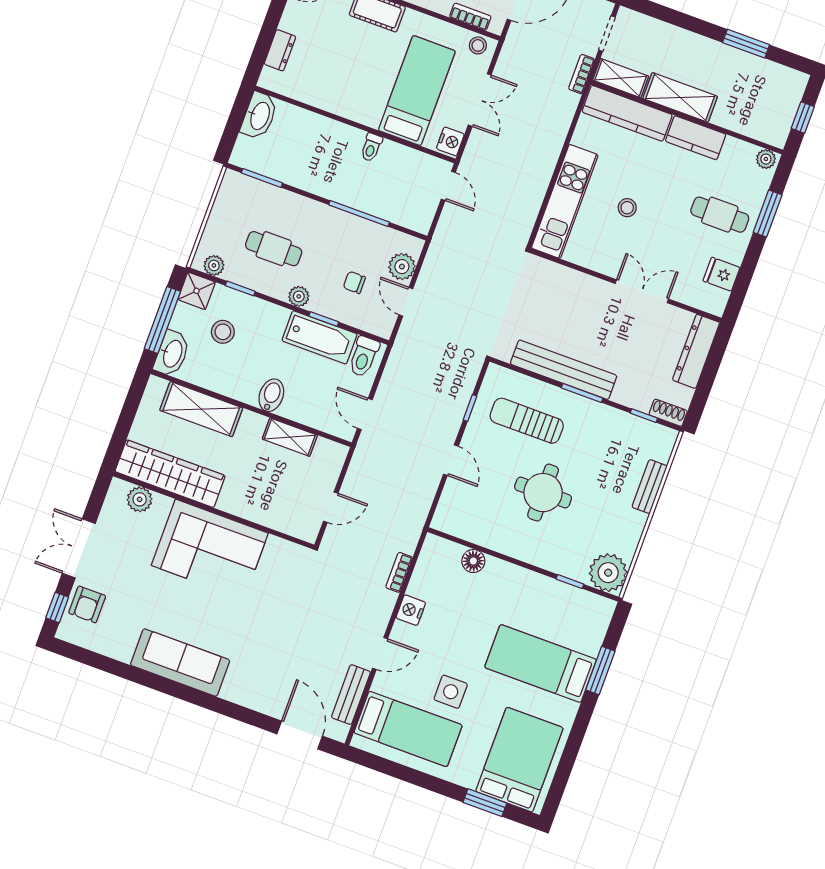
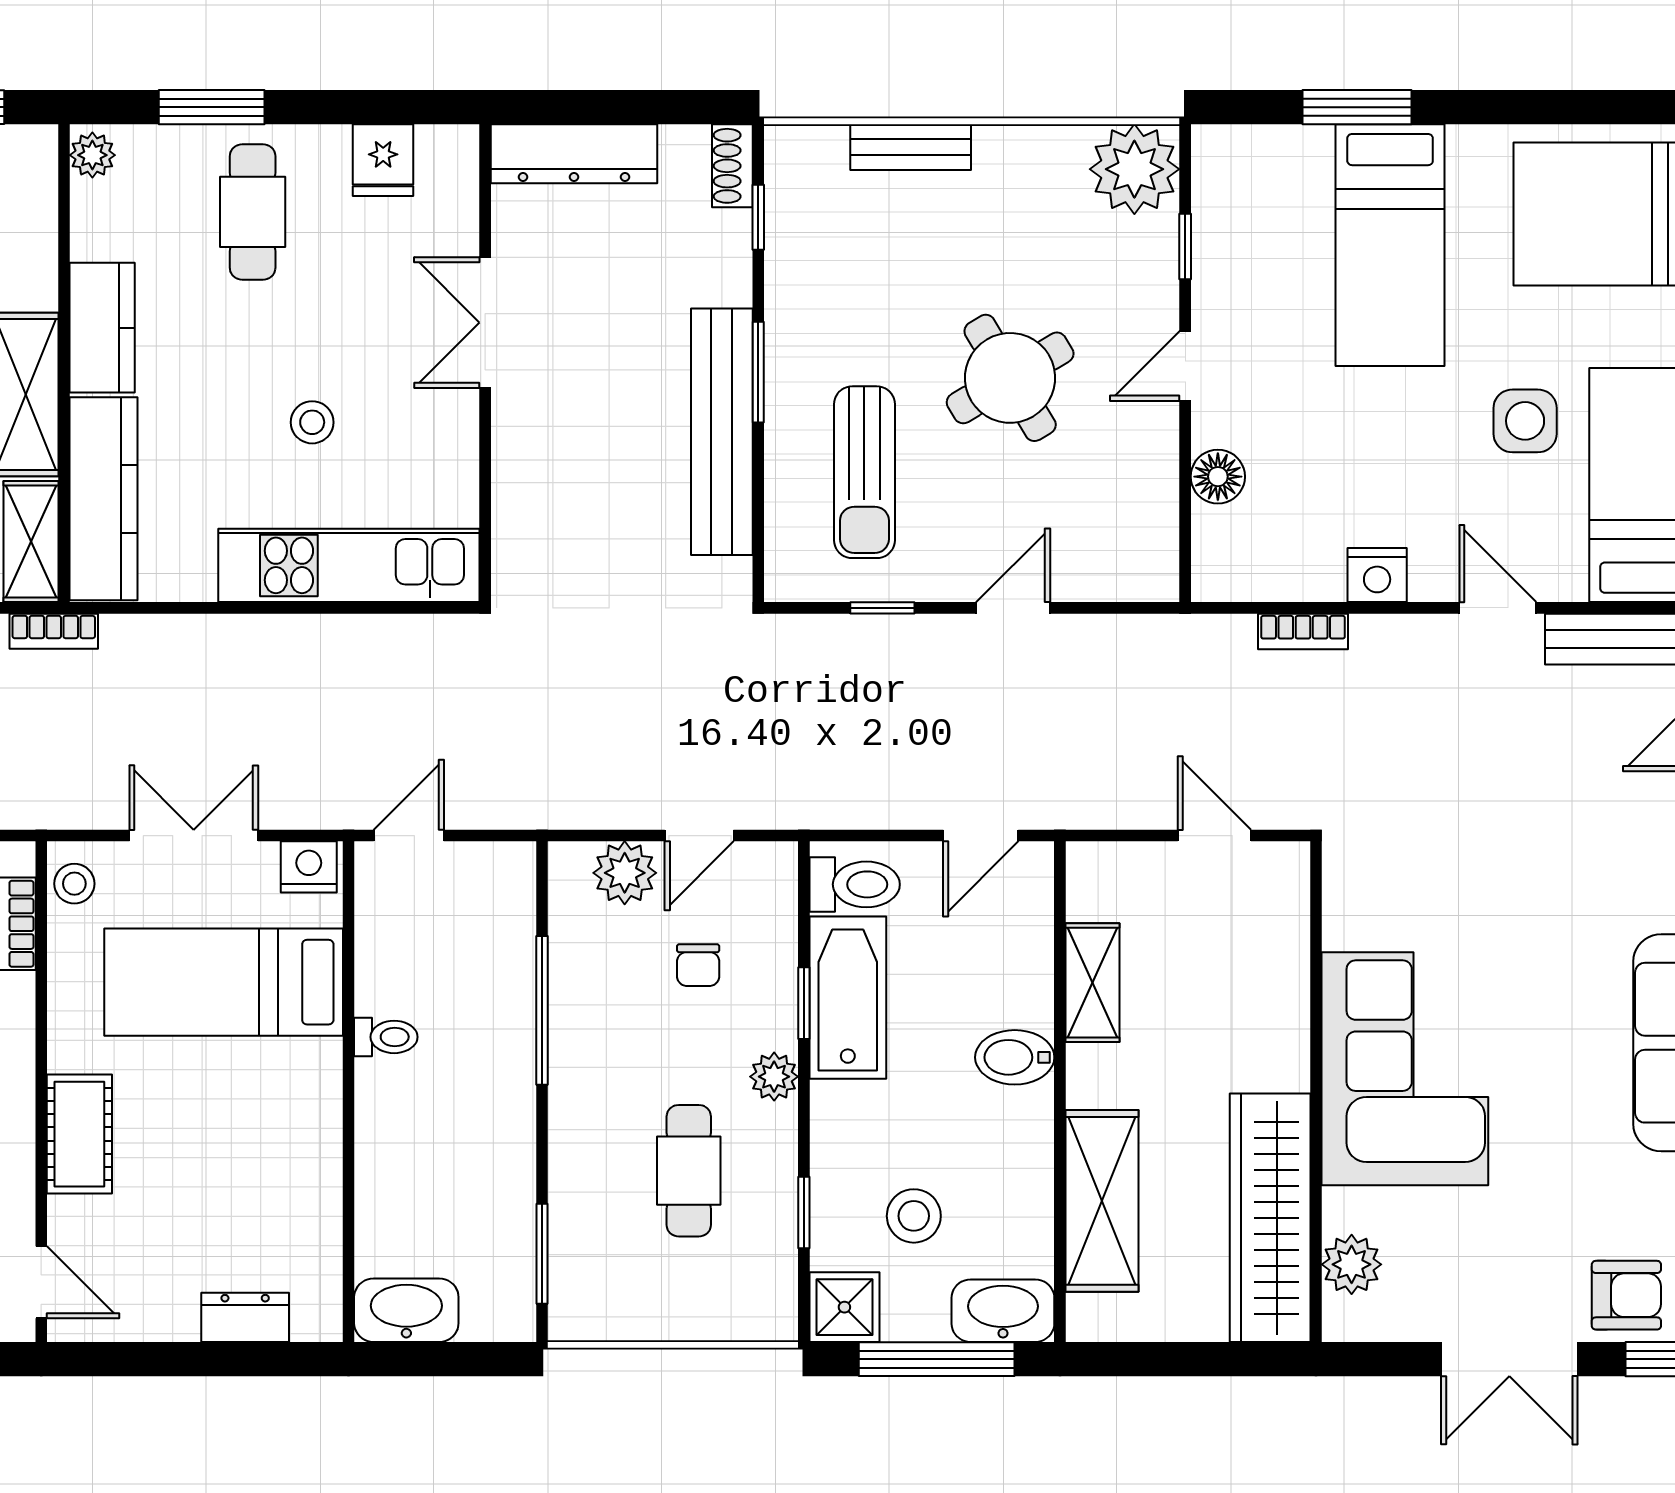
plant: (214, 265) -> (774, 1289), removed
round table: (543, 493) -> (1010, 378), turned -31
door: (522, 564) -> (1185, 366), added

